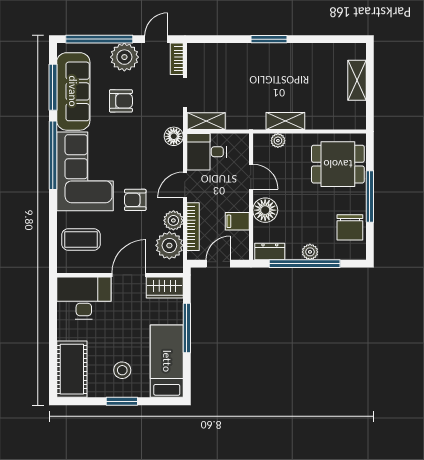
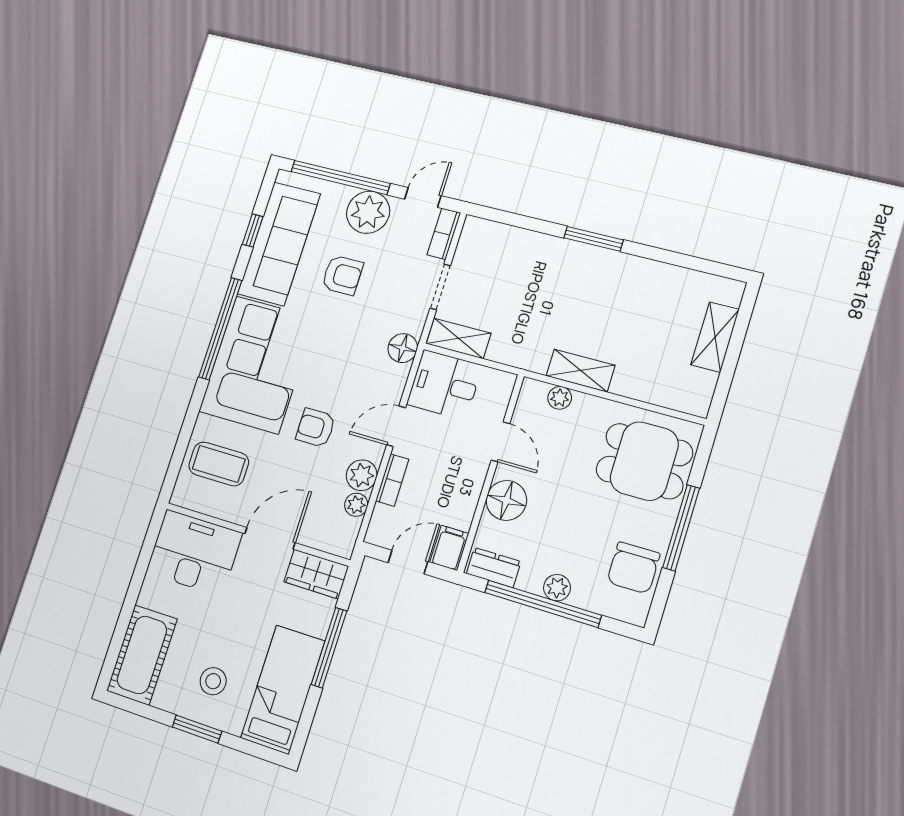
window: (53, 87) -> (253, 230), width x0.46
filing cabinet: (237, 221) -> (449, 548), moved, turned 90
bookcase: (193, 227) -> (392, 480), width x0.64
plant: (169, 245) -> (356, 505), width x0.53, depth x0.53

